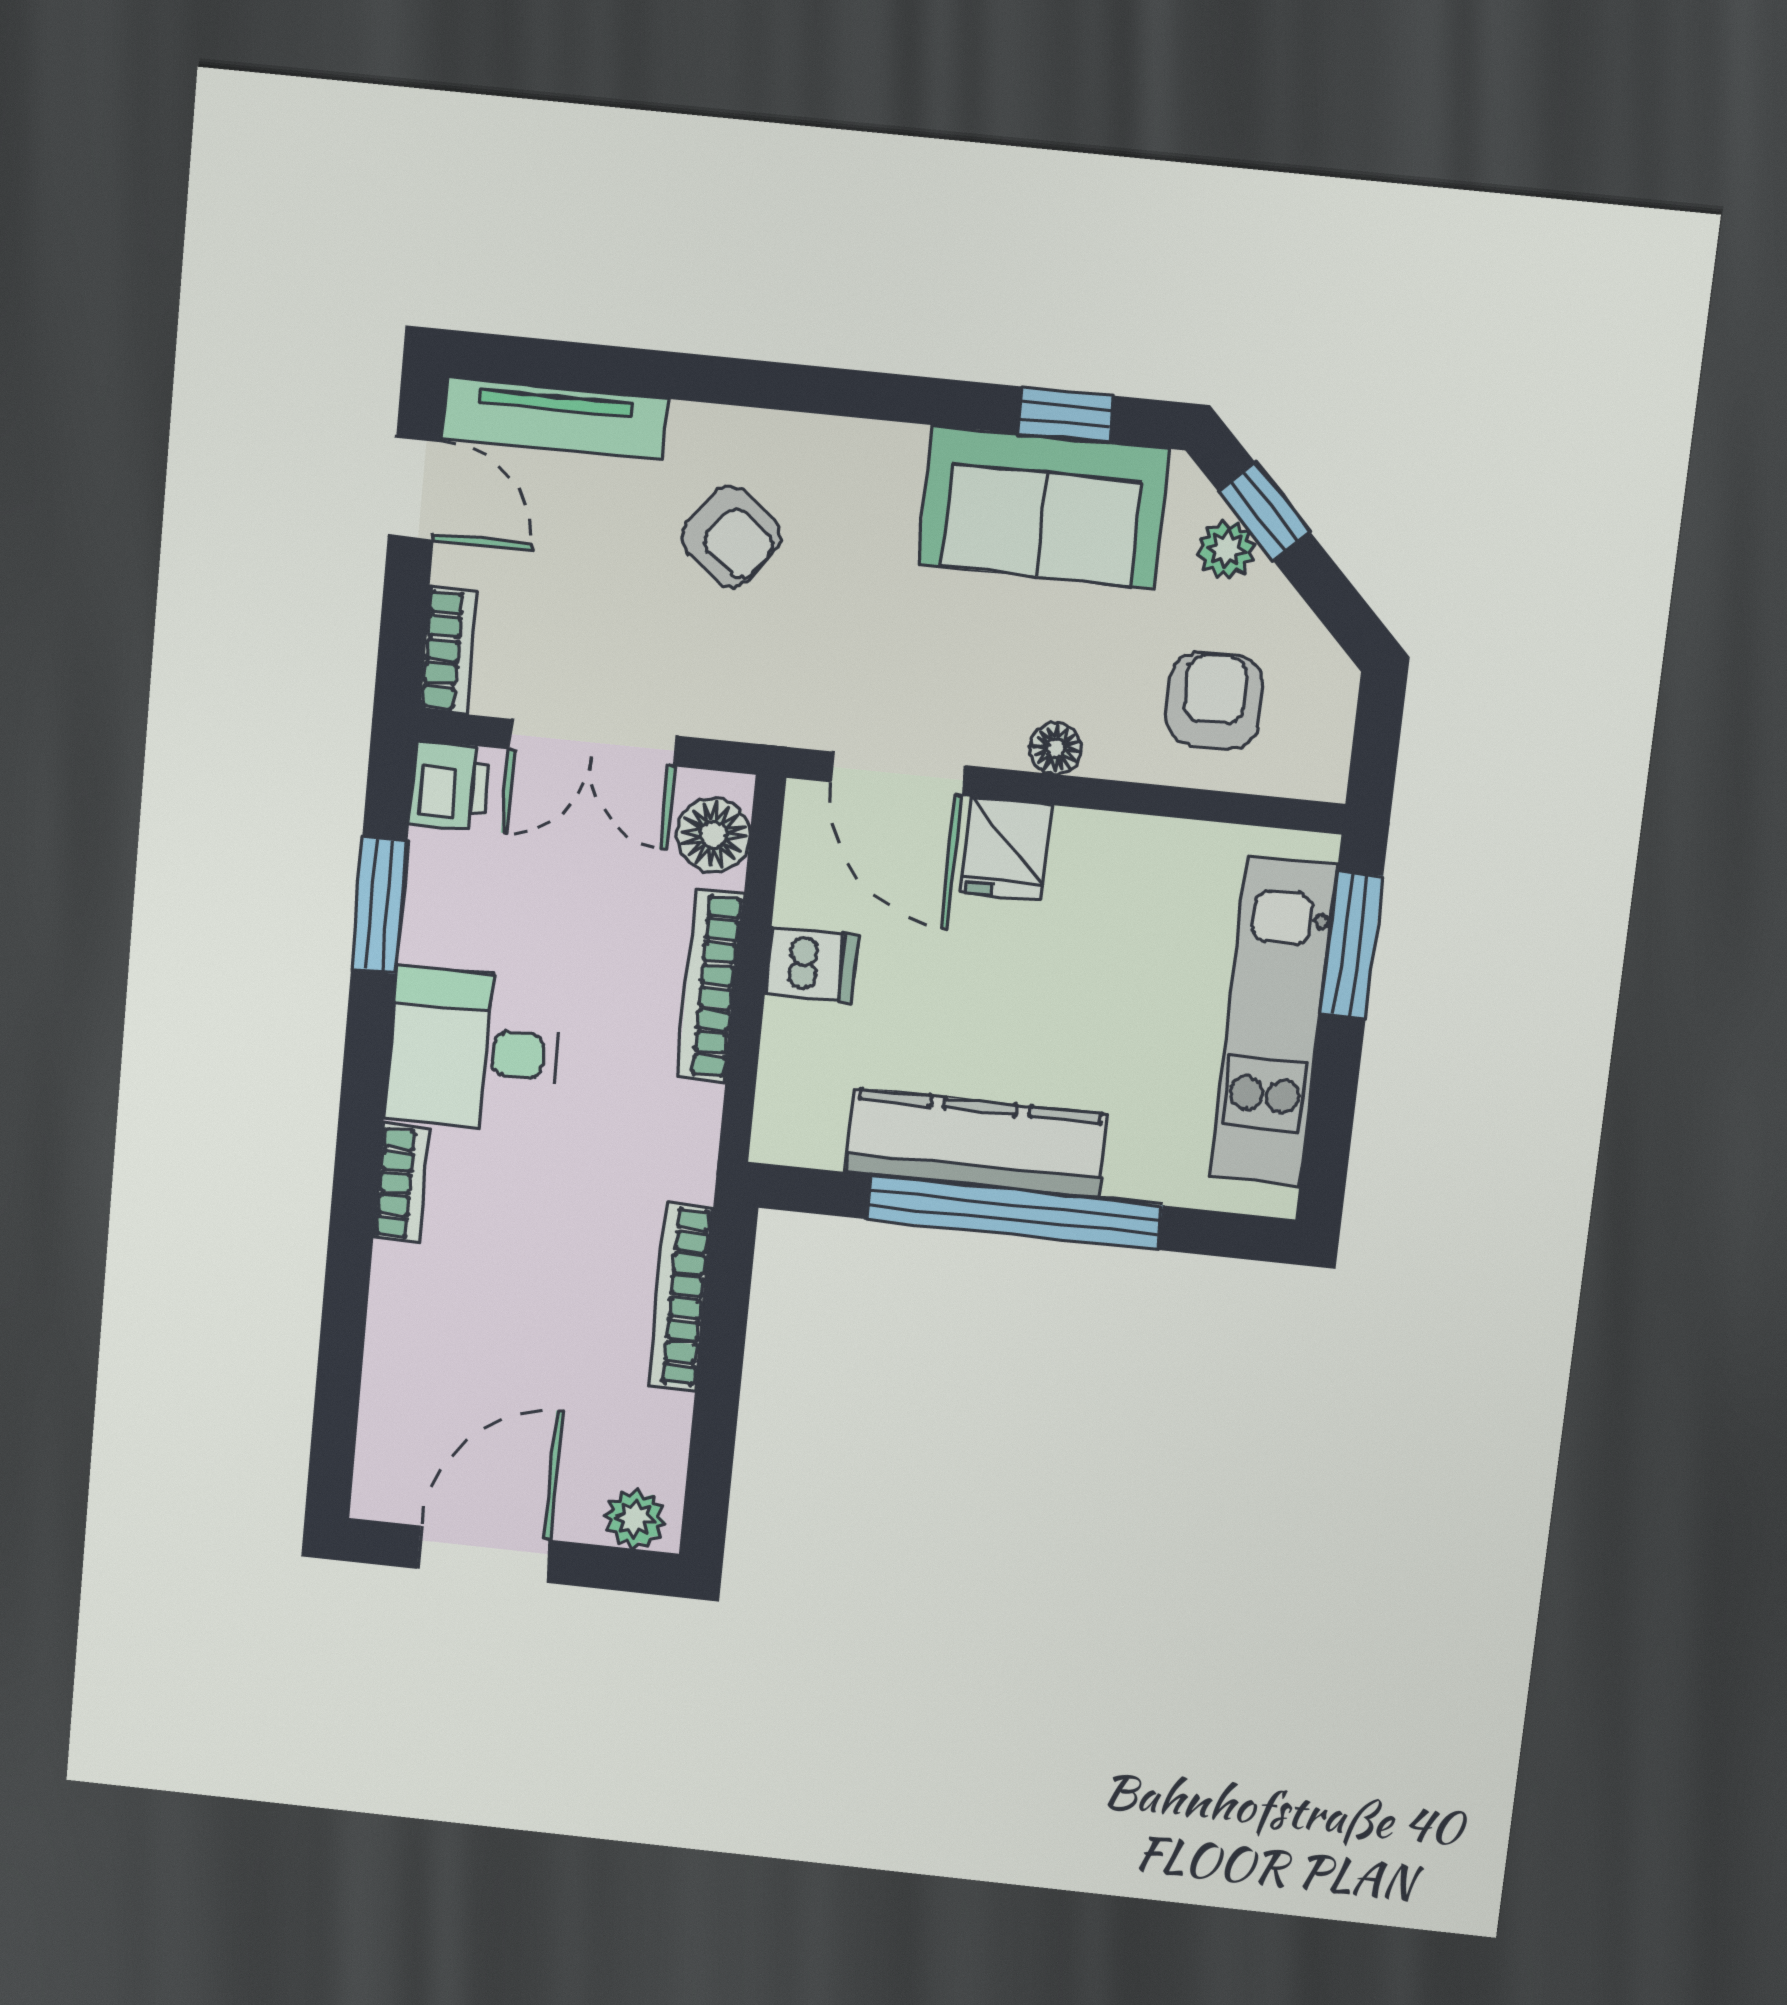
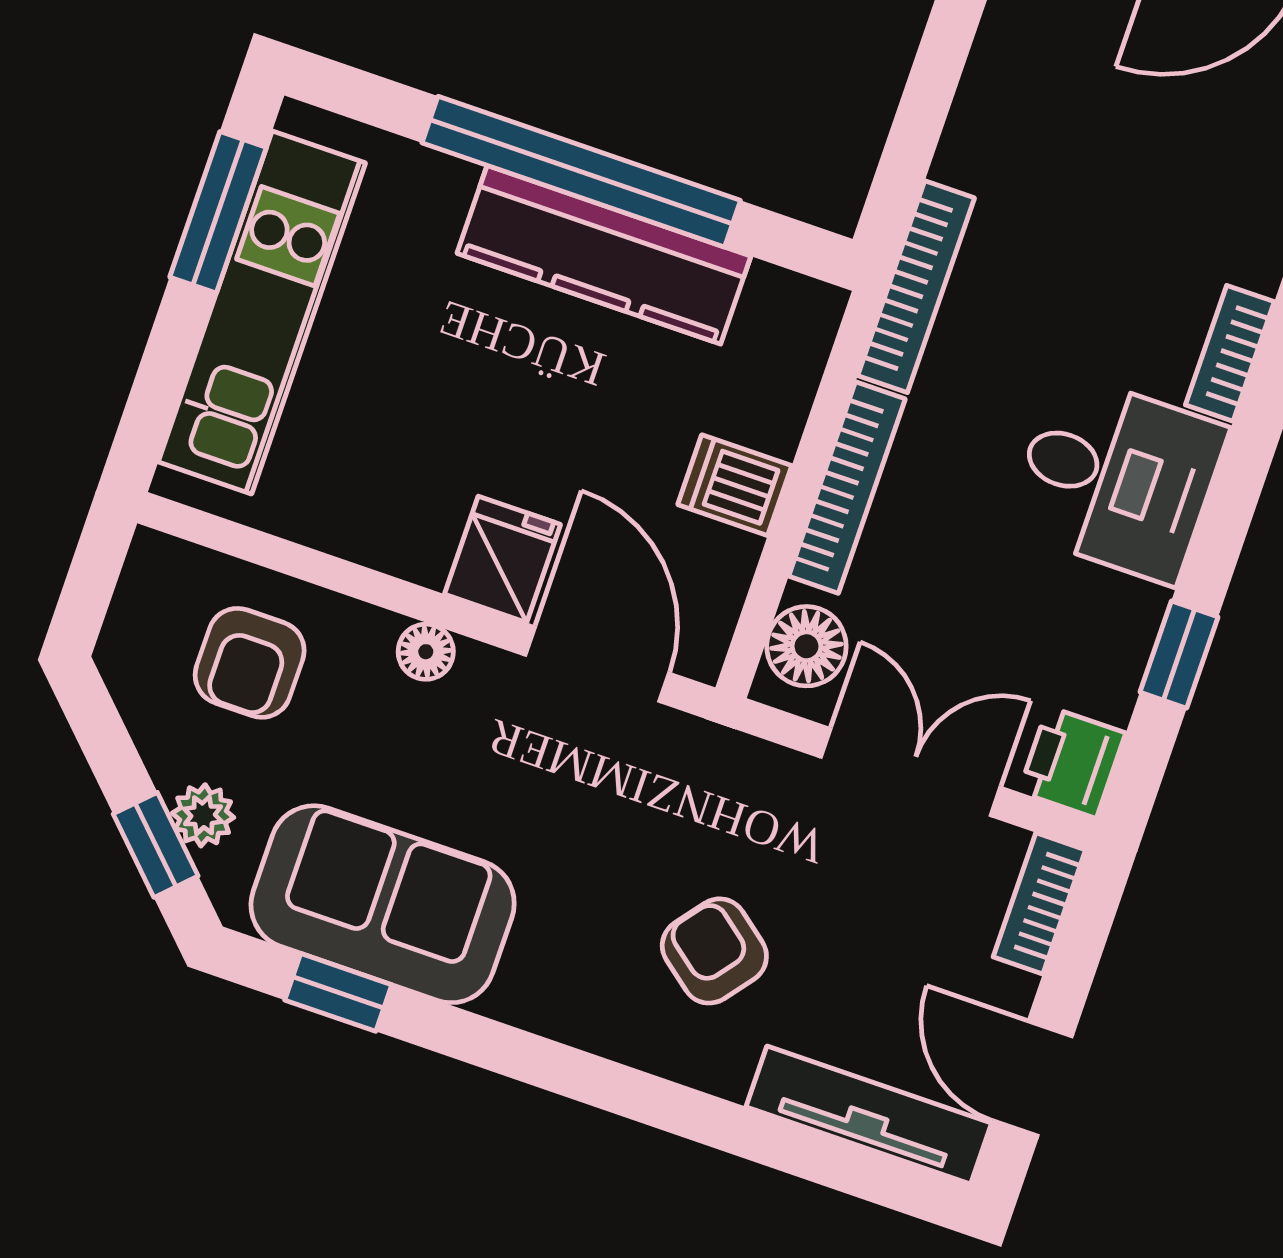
window: (379, 905) -> (1179, 655), width x0.67
window: (1352, 945) -> (218, 212), moved
bookcase: (680, 1296) -> (916, 287), moved

